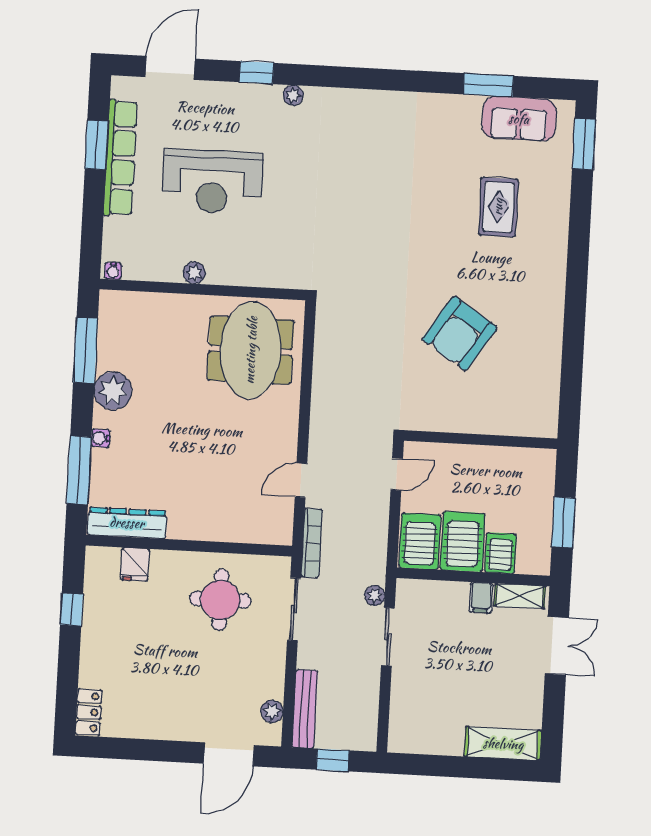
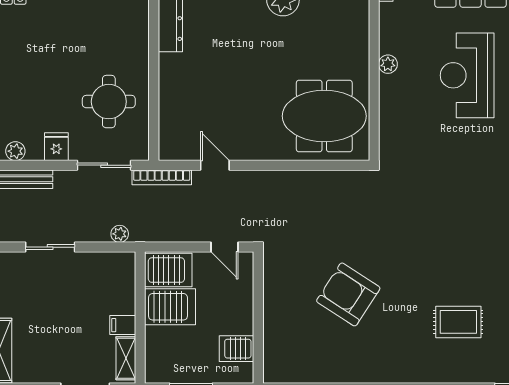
server rack: (500, 553) -> (236, 349), moved, turned 180
fridge: (135, 564) -> (56, 147), moved, turned 90
sliding door: (388, 637) -> (50, 247), moved

